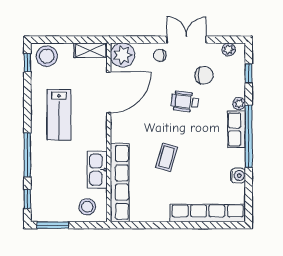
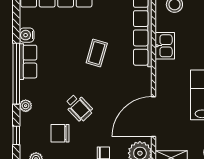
wheelchair: (185, 102) -> (79, 108), turned 40
row of seats: (237, 129) -> (28, 62), moved
kitchen sink: (97, 170) -> (165, 46), width x0.73

